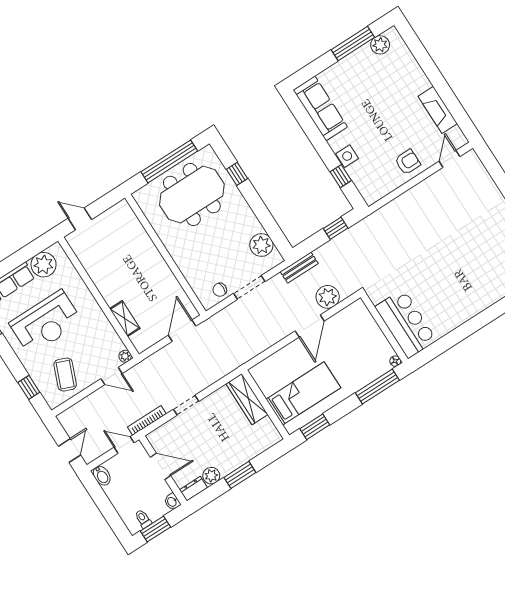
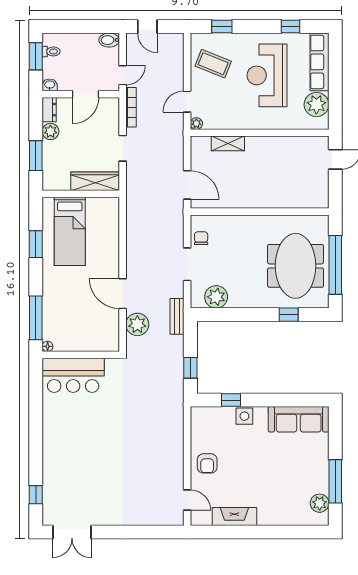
bed: (303, 393) -> (70, 231), moved
wardrobe: (247, 399) -> (95, 181), moved
wall: (265, 404) -> (81, 194), moved

